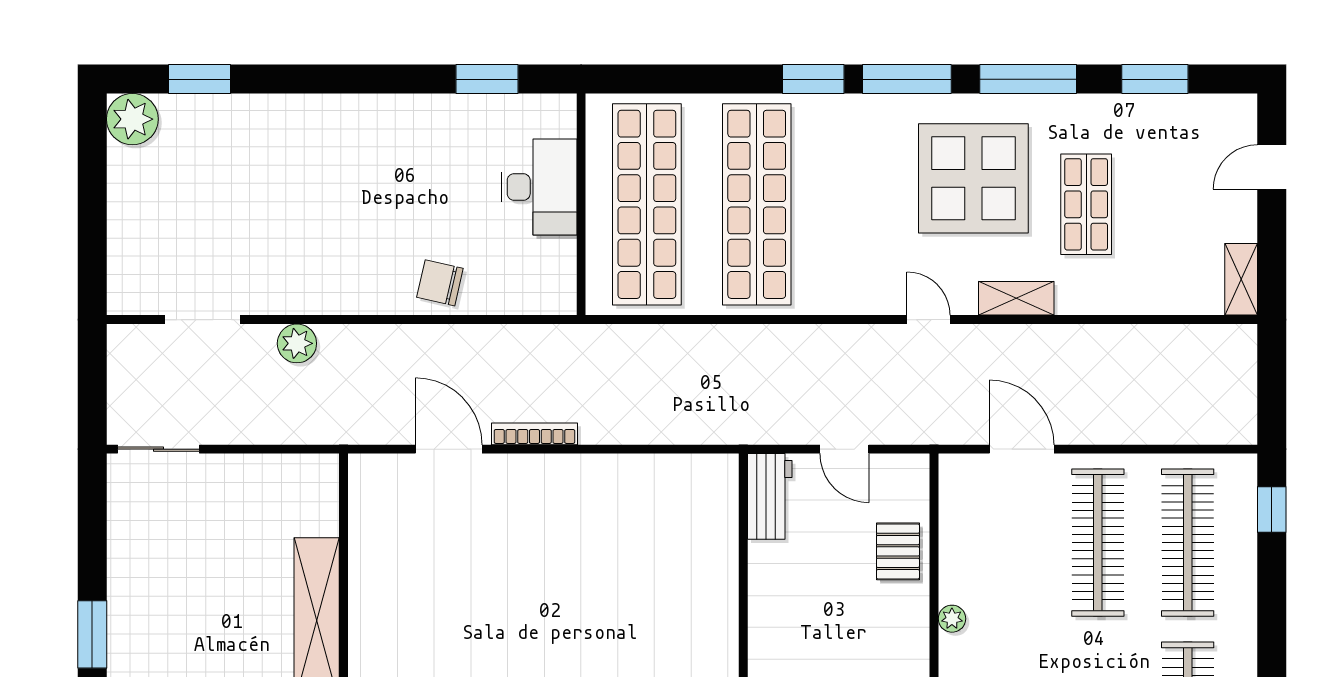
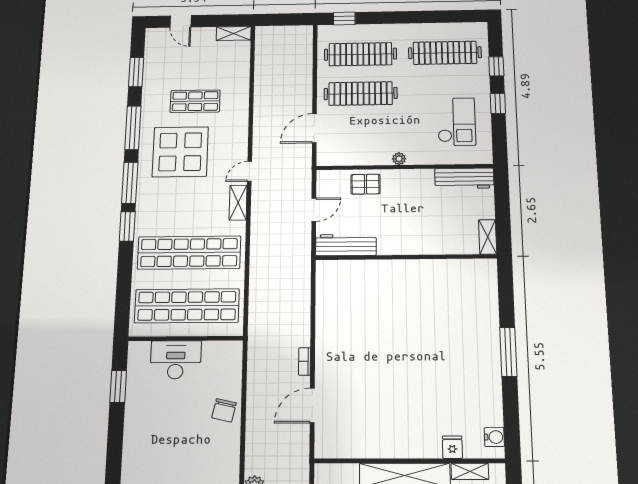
shelving: (1016, 298) -> (238, 203), moved
bookcase: (534, 434) -> (305, 361), width x0.64
workbench: (770, 496) -> (346, 245), width x1.38

